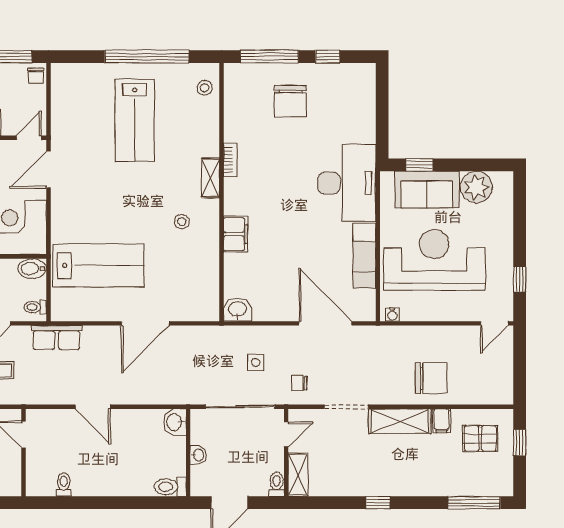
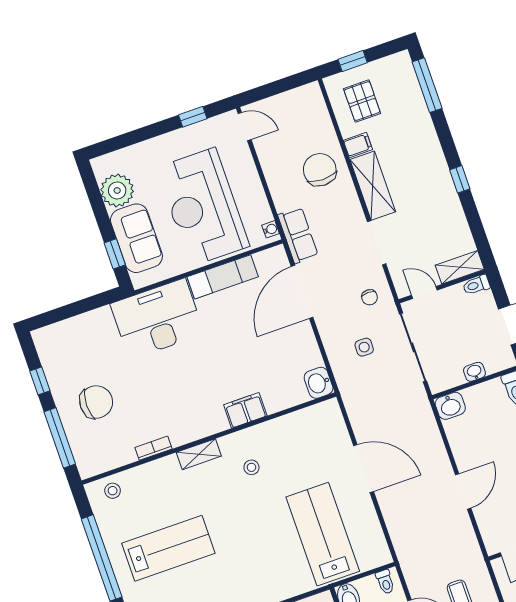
bookcase: (230, 160) -> (153, 448), moved
row of seats: (57, 338) -> (298, 235), moved

